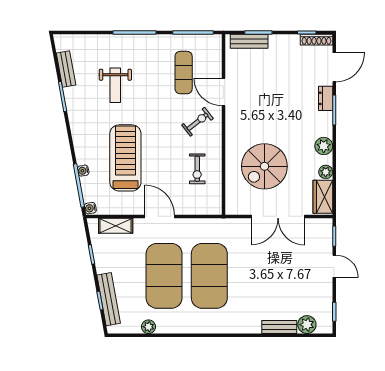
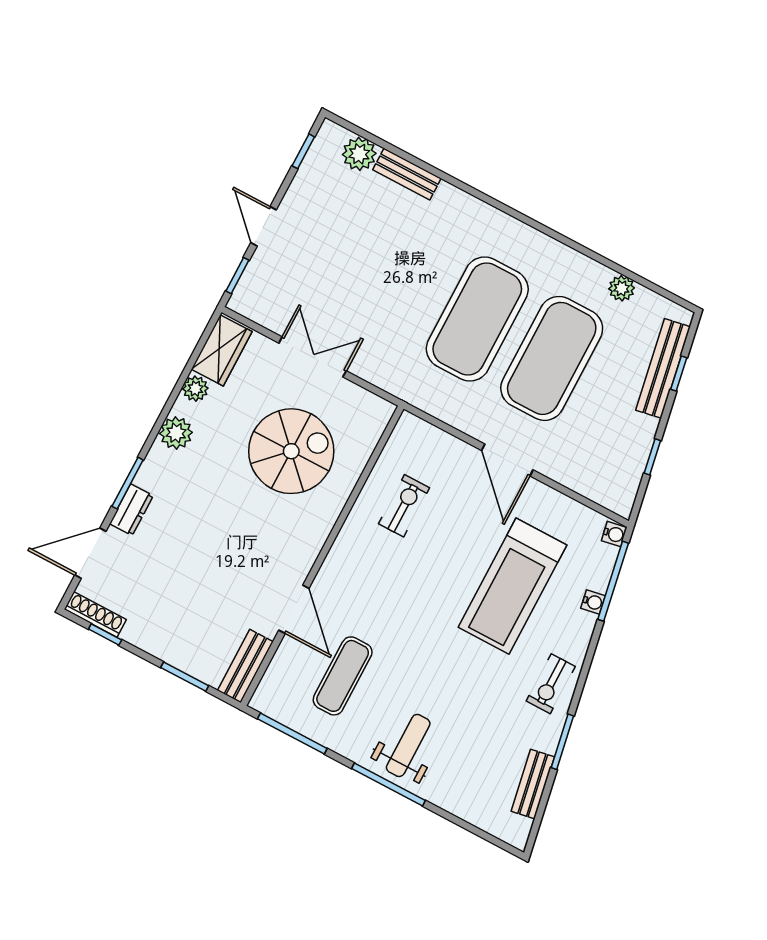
bench: (249, 41) -> (245, 666), moved, turned 90
weight bench: (115, 85) -> (408, 745), moved
exercise bike: (197, 122) -> (551, 684), moved, turned -52
double door: (278, 216) -> (313, 357), width x0.73
shelving: (116, 226) -> (588, 483), removed

